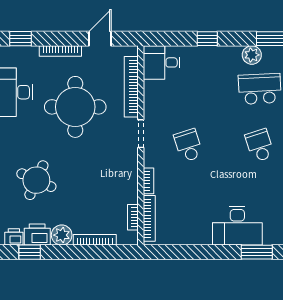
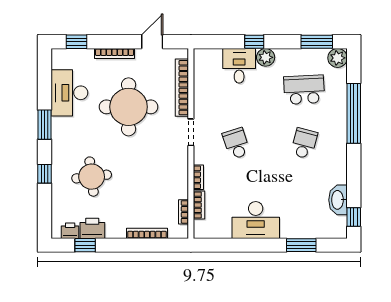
plant: (252, 55) -> (266, 57), moved
desk: (162, 62) -> (239, 66), moved, turned 90
school desk: (260, 145) -> (304, 143), turned 33
round table: (36, 180) -> (92, 177), turned -31
bookcase: (149, 218) -> (199, 205), width x0.64
desk: (237, 226) -> (256, 220), moved
plant: (62, 235) -> (116, 229), removed

